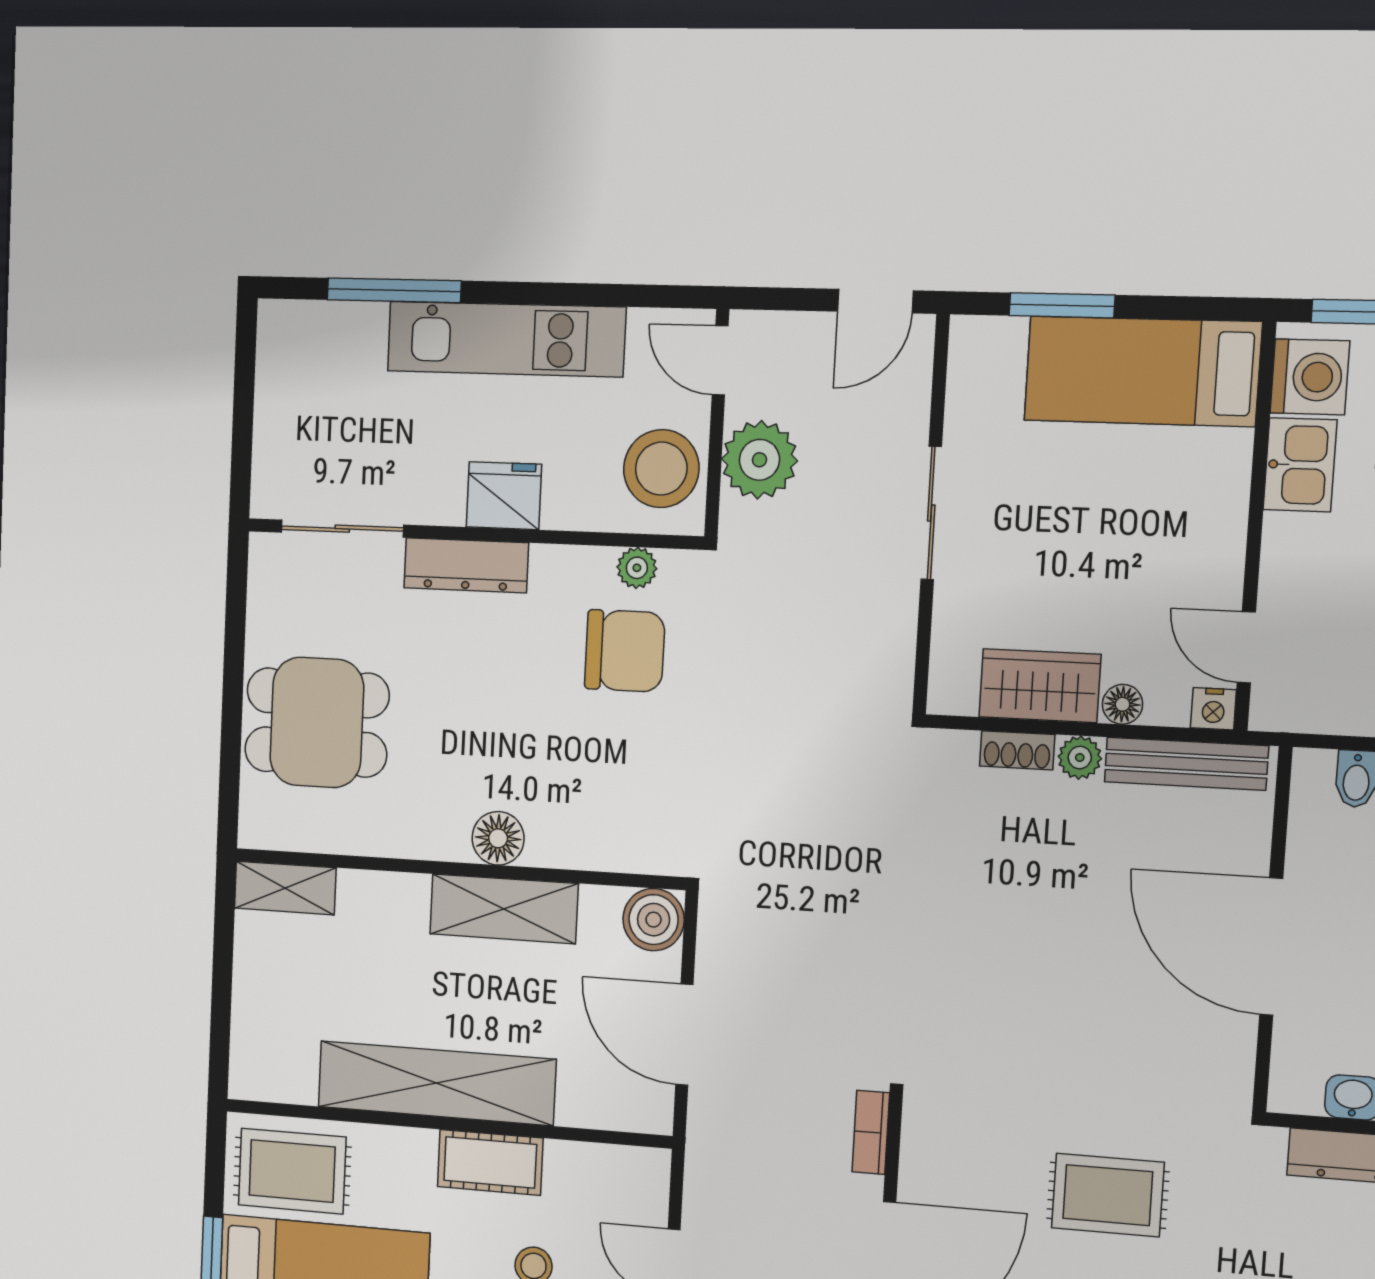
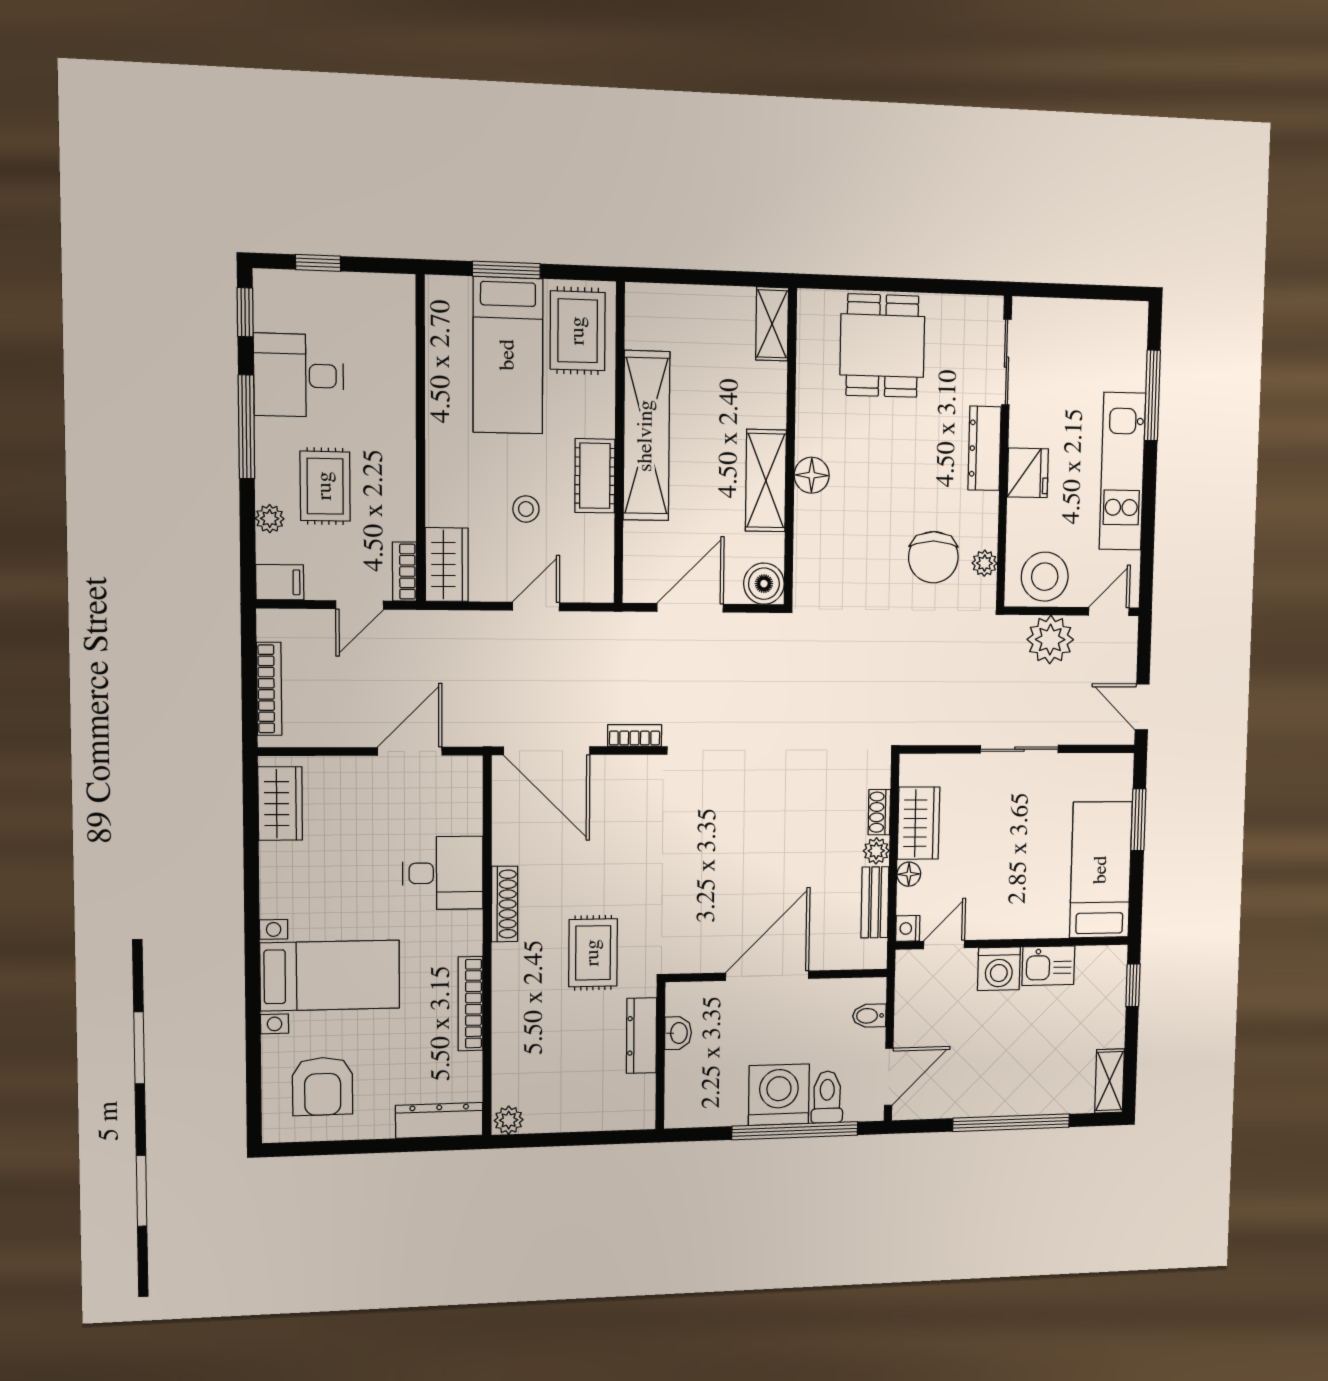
washing machine: (1310, 377) -> (999, 969), moved
bench: (1186, 764) -> (875, 902), width x0.73
rug: (1108, 1195) -> (593, 953), moved

